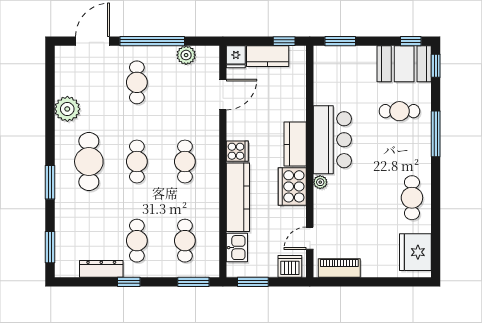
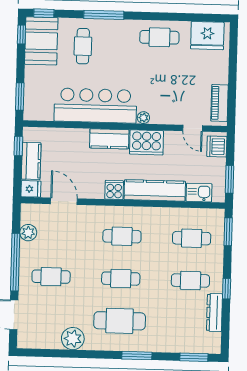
bar counter: (332, 140) -> (95, 106), width x1.36

